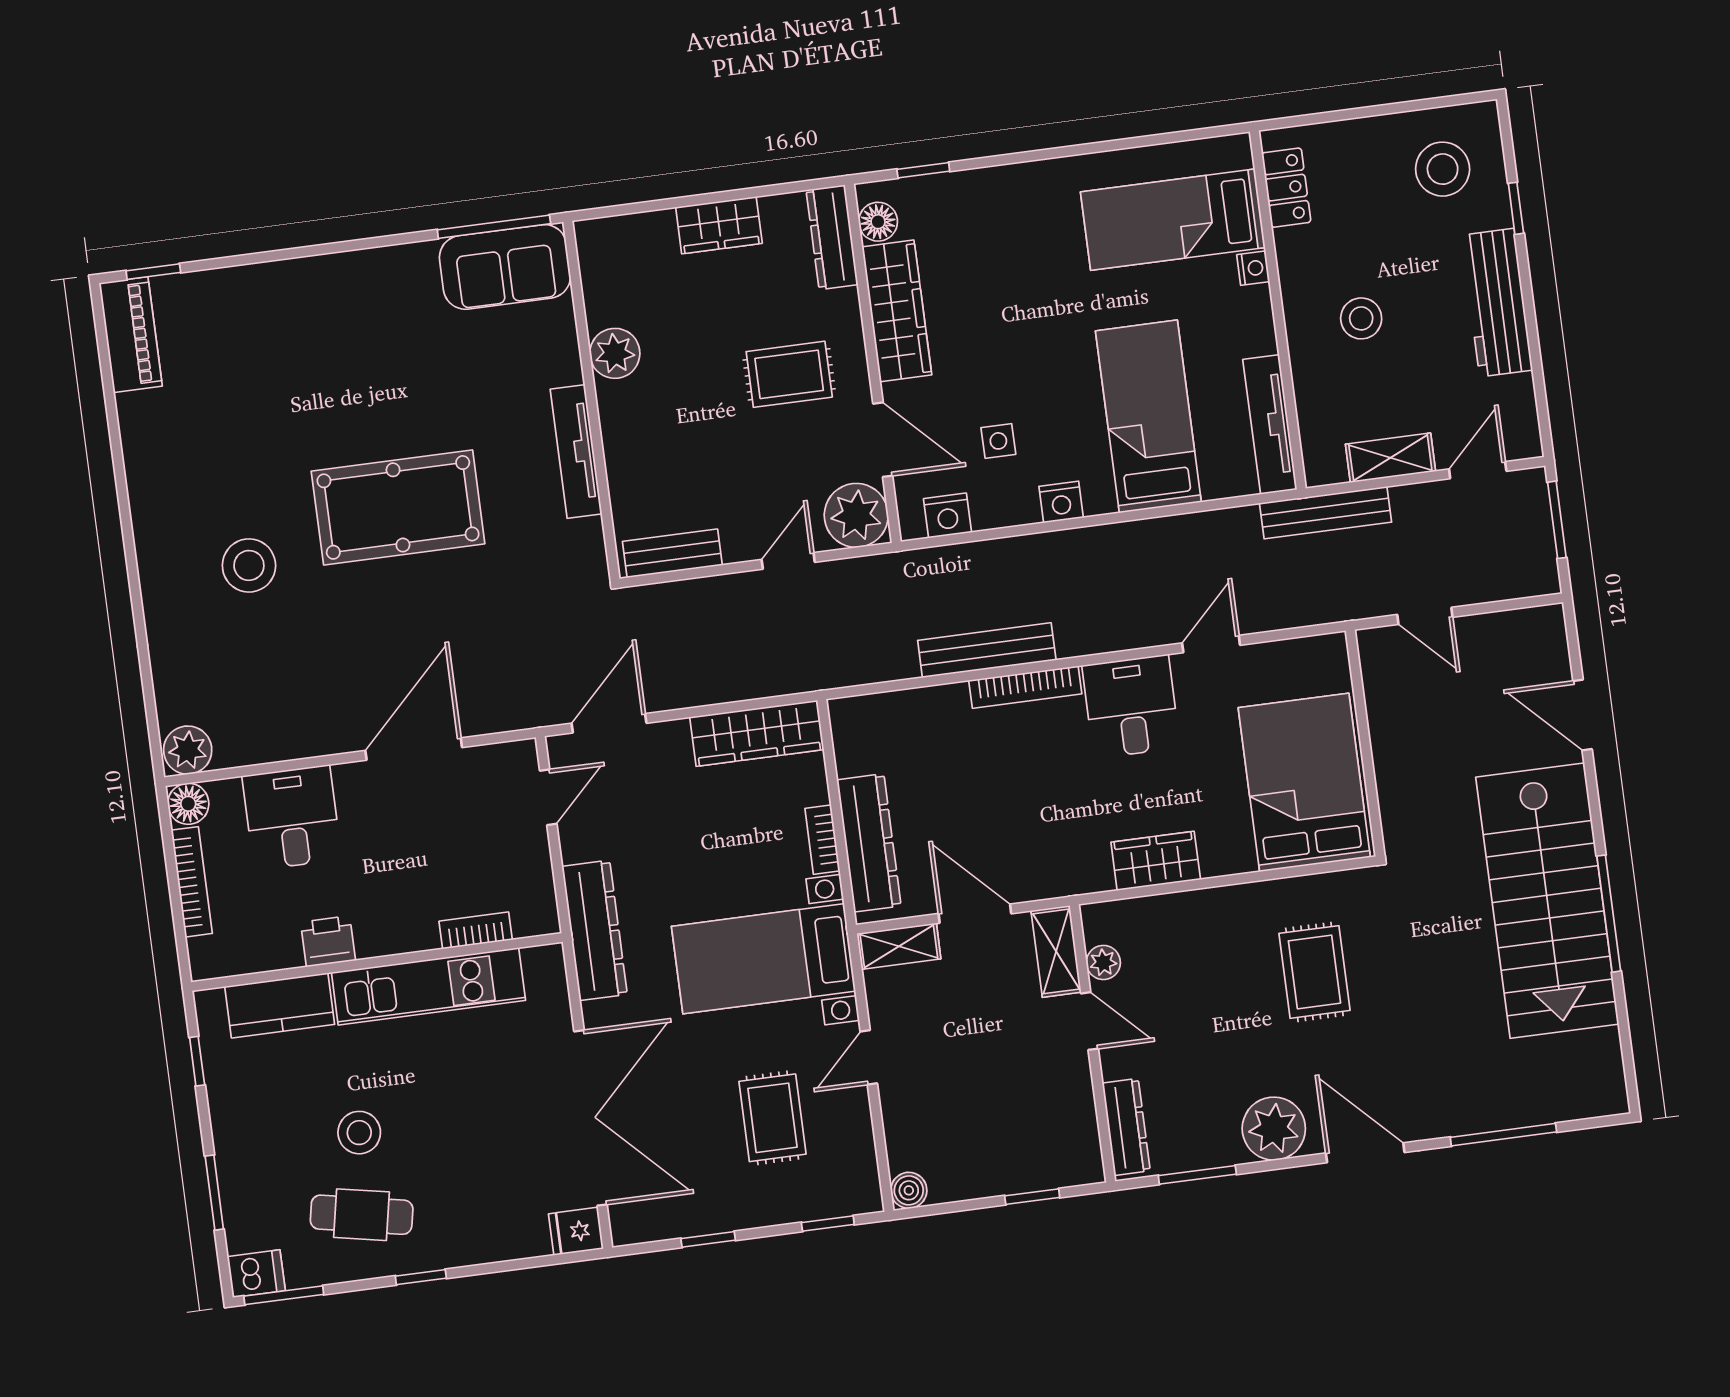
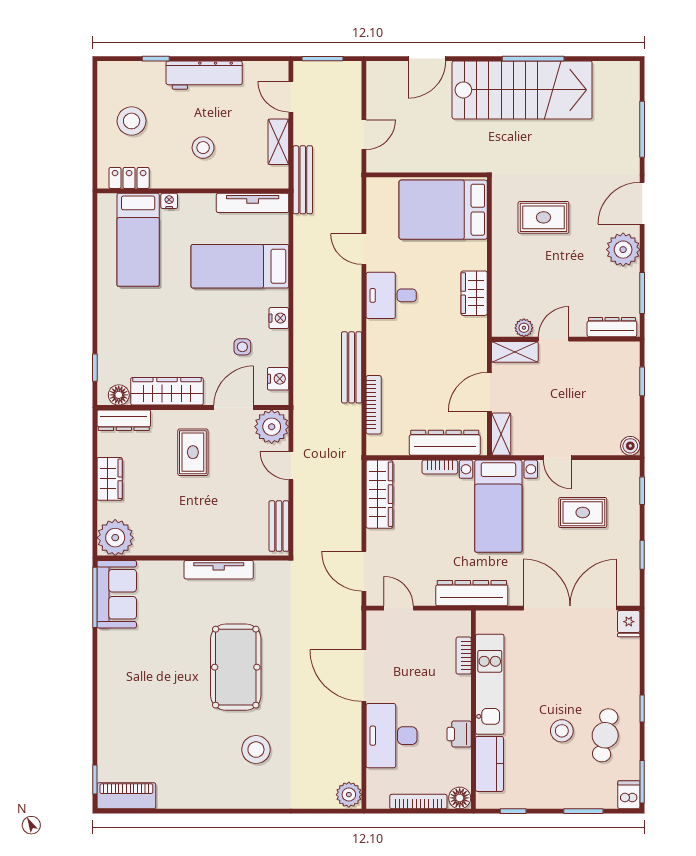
stool: (1443, 169) -> (132, 121), moved
plant: (615, 353) -> (115, 538), moved, width x1.36, depth x1.36
bookcase: (1025, 687) -> (374, 405), moved
floor lamp: (188, 804) -> (460, 798), moved
desk: (292, 818) -> (392, 736), width x1.37

